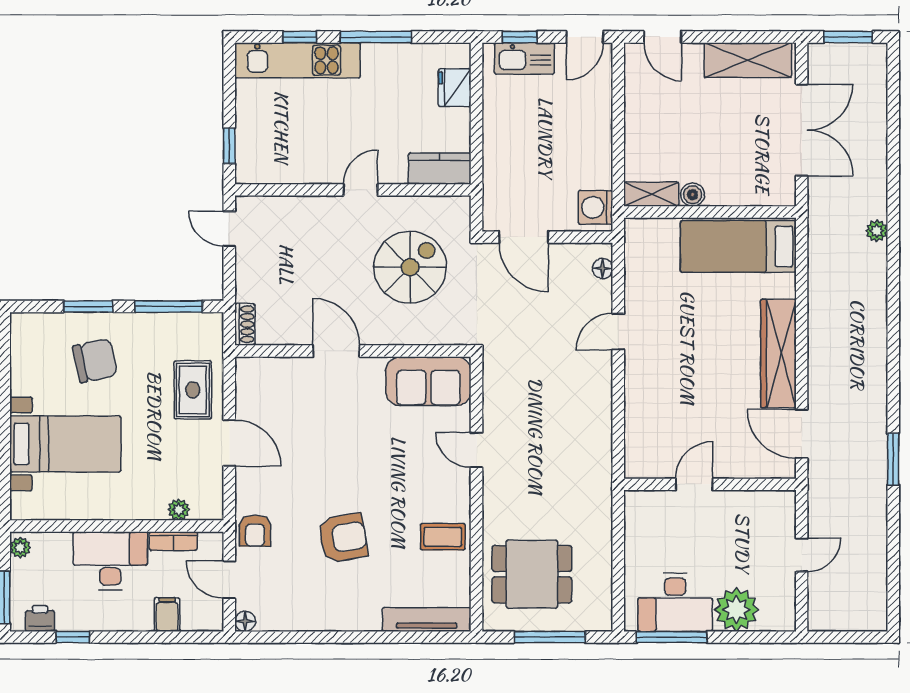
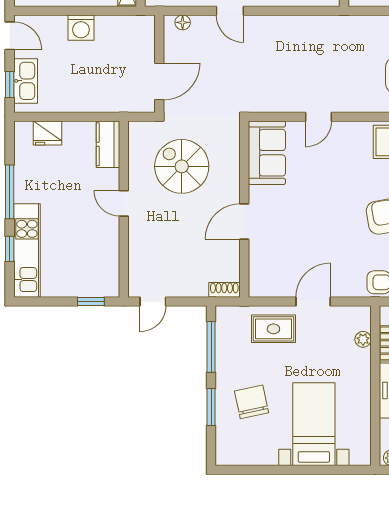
washing machine: (596, 207) -> (81, 28), moved

